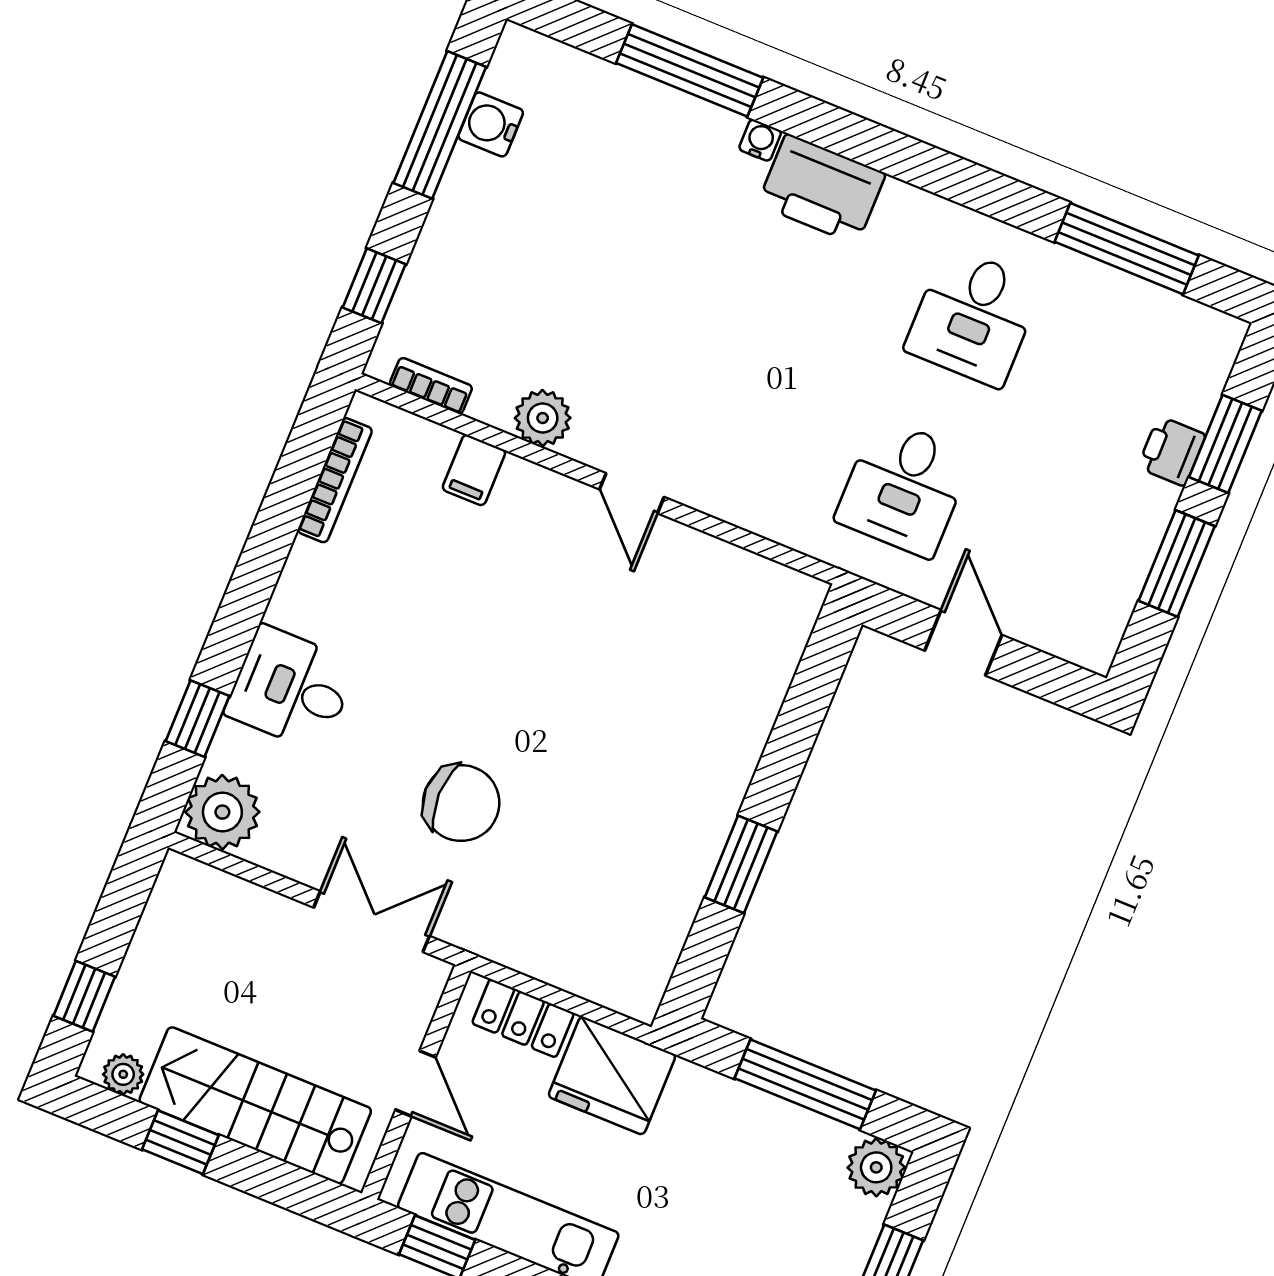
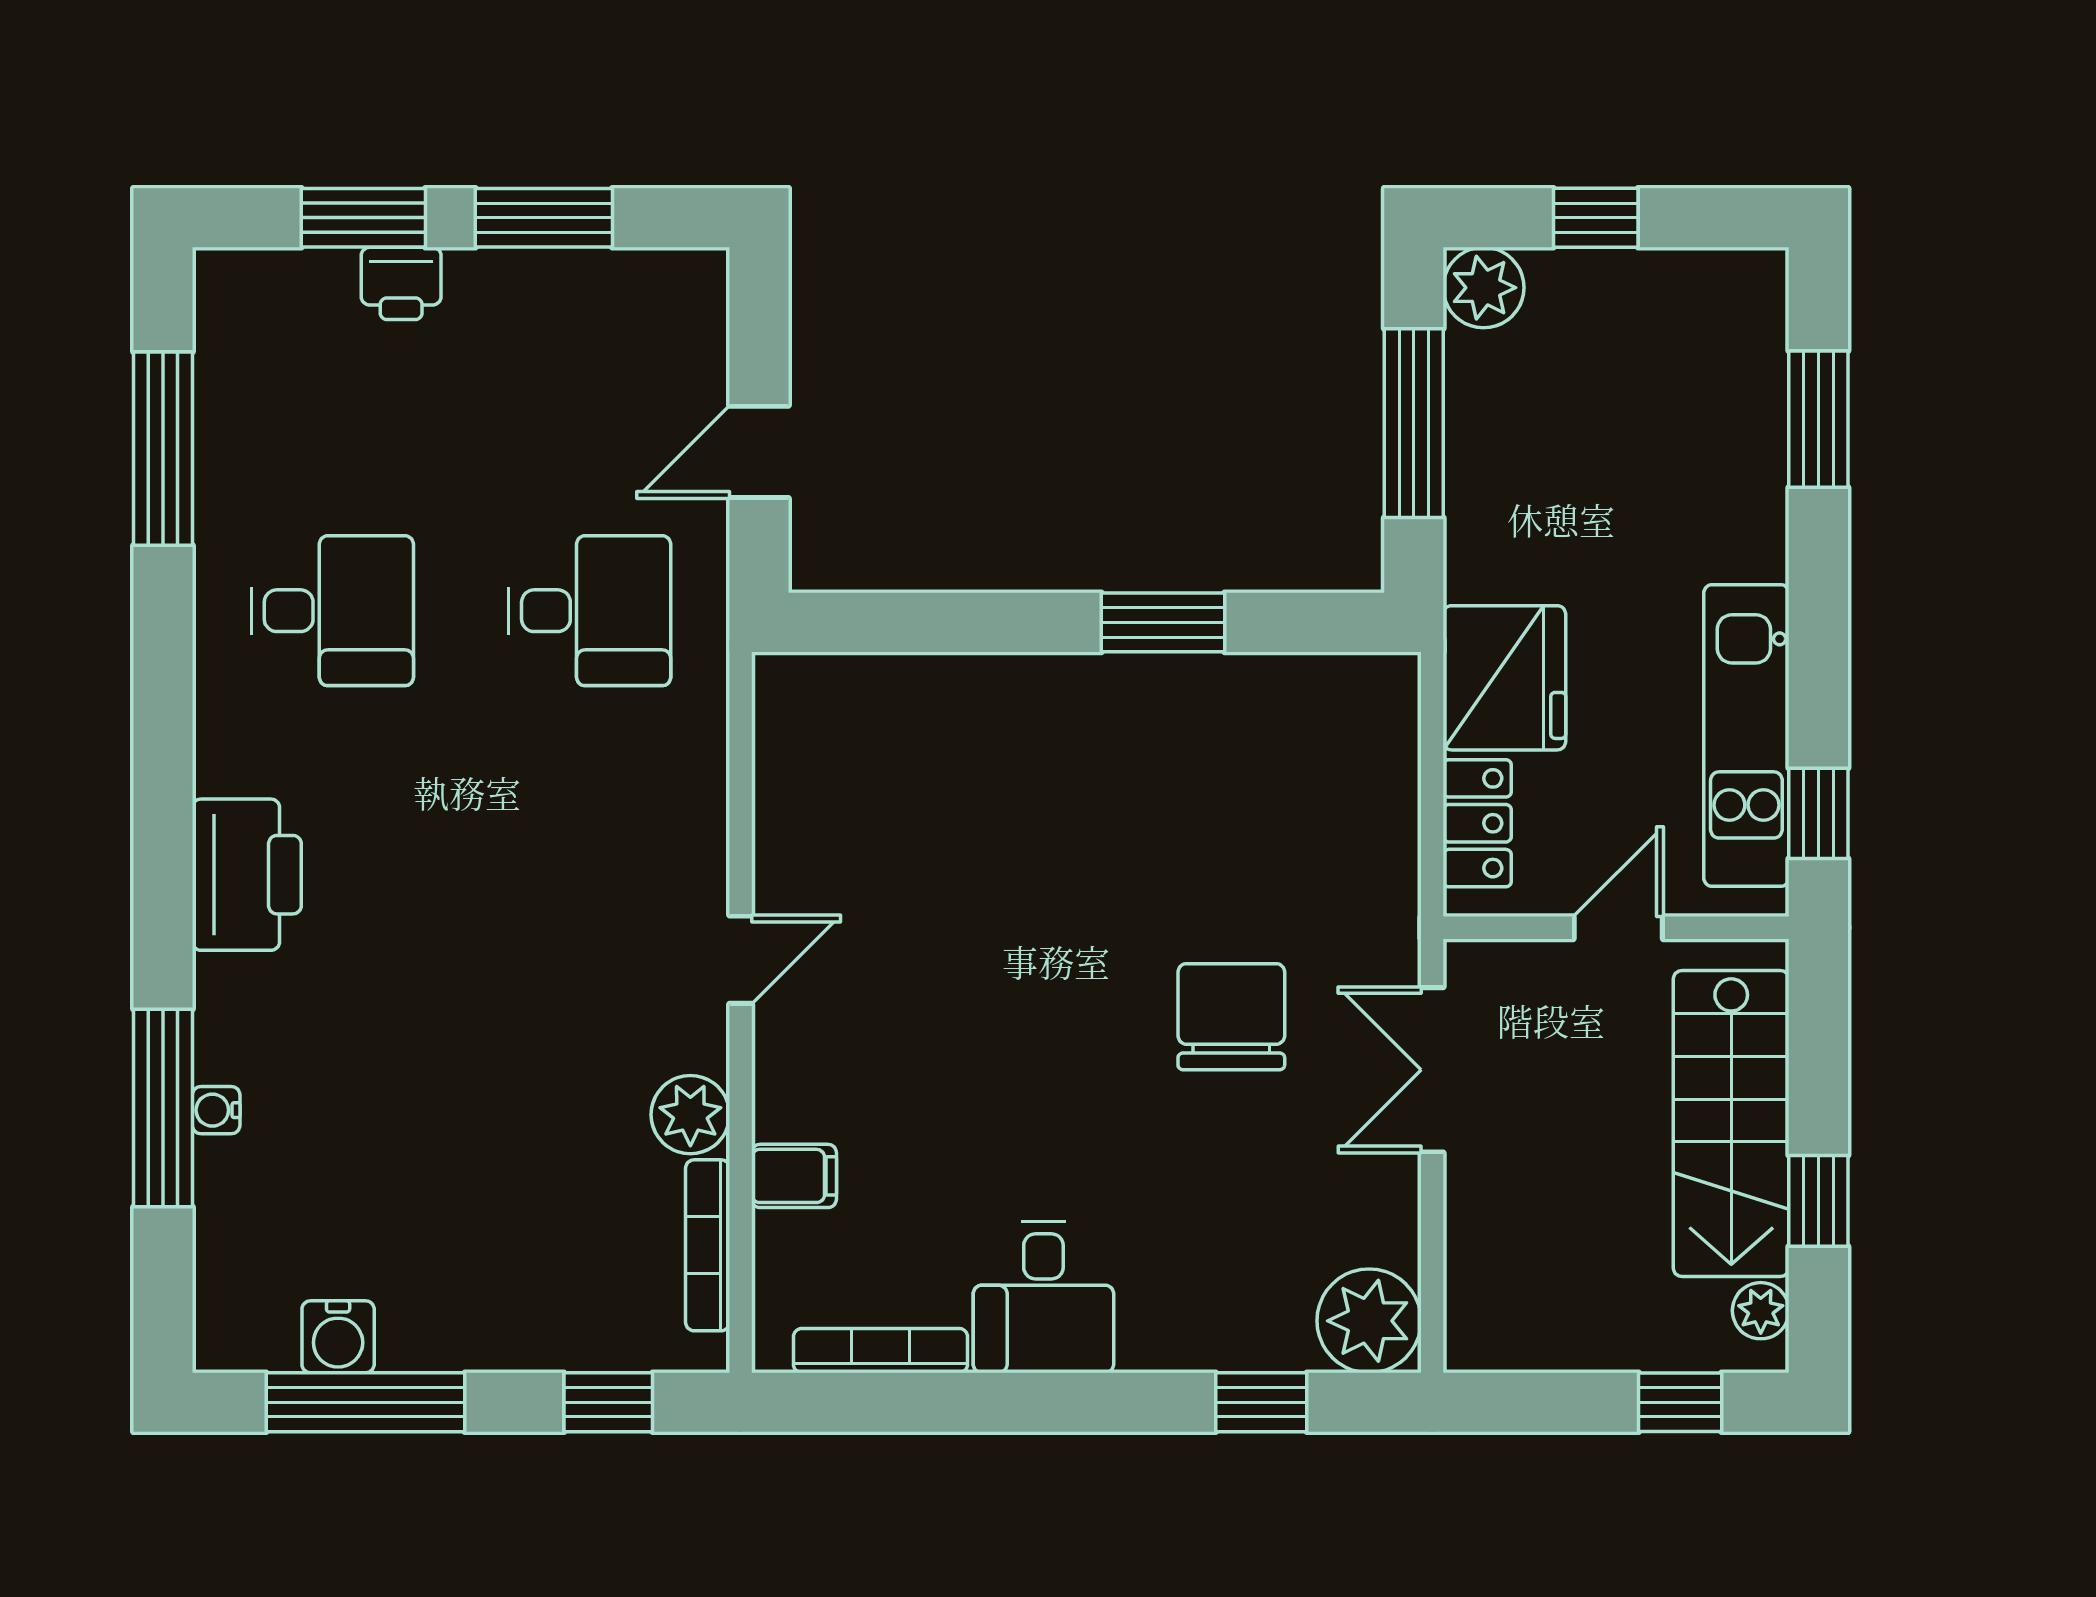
water cooler: (760, 140) -> (216, 1110), moved
bookcase: (431, 386) -> (708, 1245), width x1.56
desk: (291, 688) -> (1043, 1297), moved

